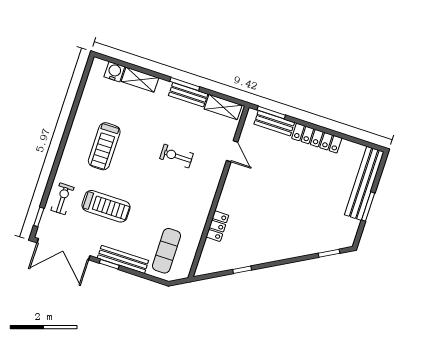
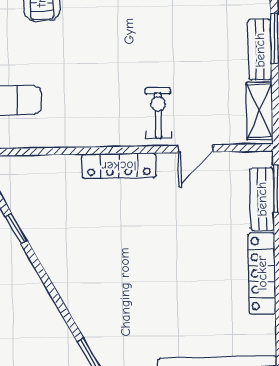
exercise bike: (176, 156) -> (158, 113), moved
locker: (217, 226) -> (119, 166), moved, width x1.53

